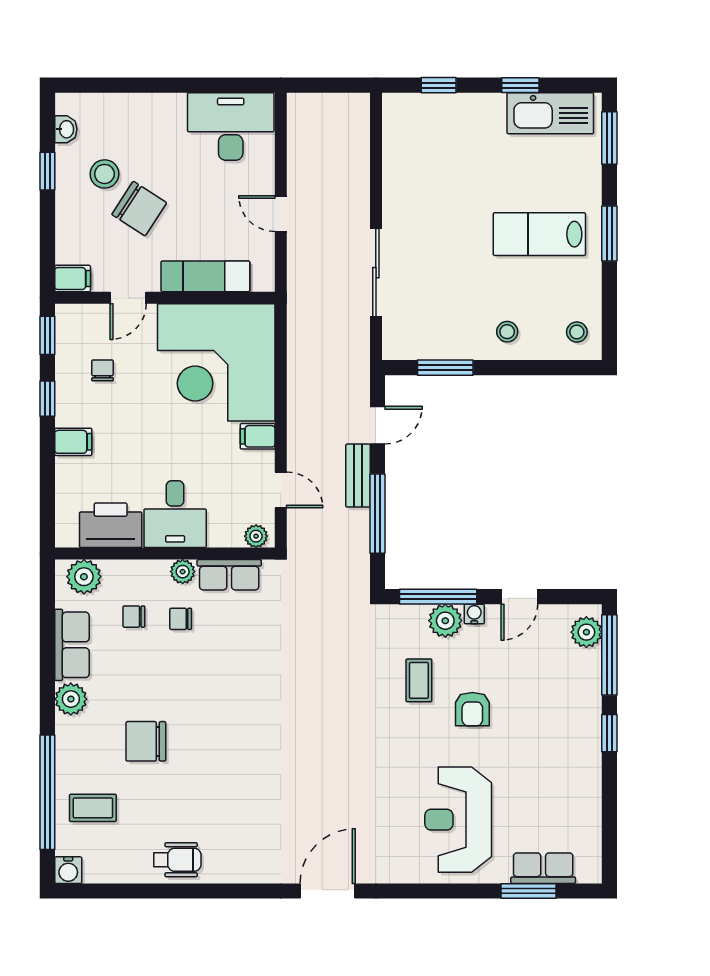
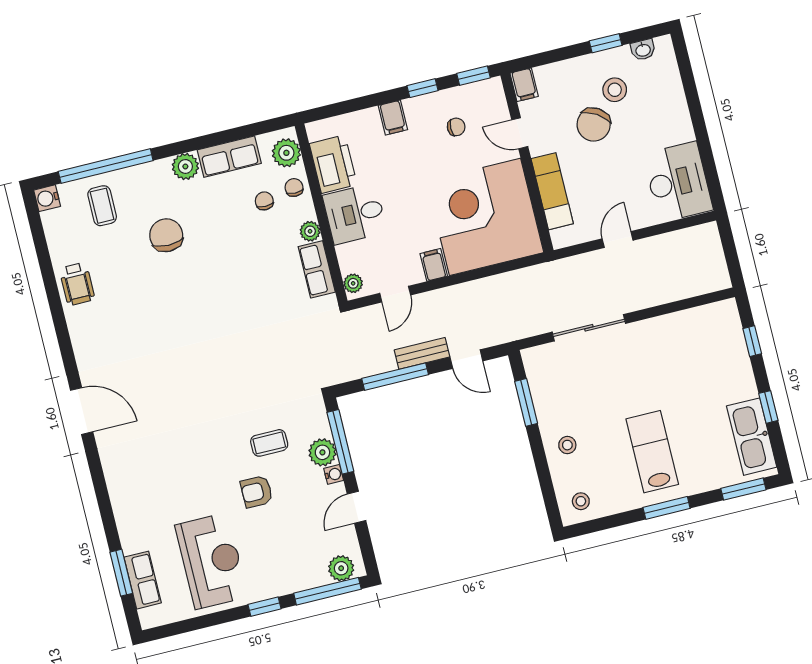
door: (519, 597) -> (356, 507), hinge flipped
chair: (181, 619) -> (294, 188), moved
reception desk: (458, 820) -> (211, 561), moved, turned 90

